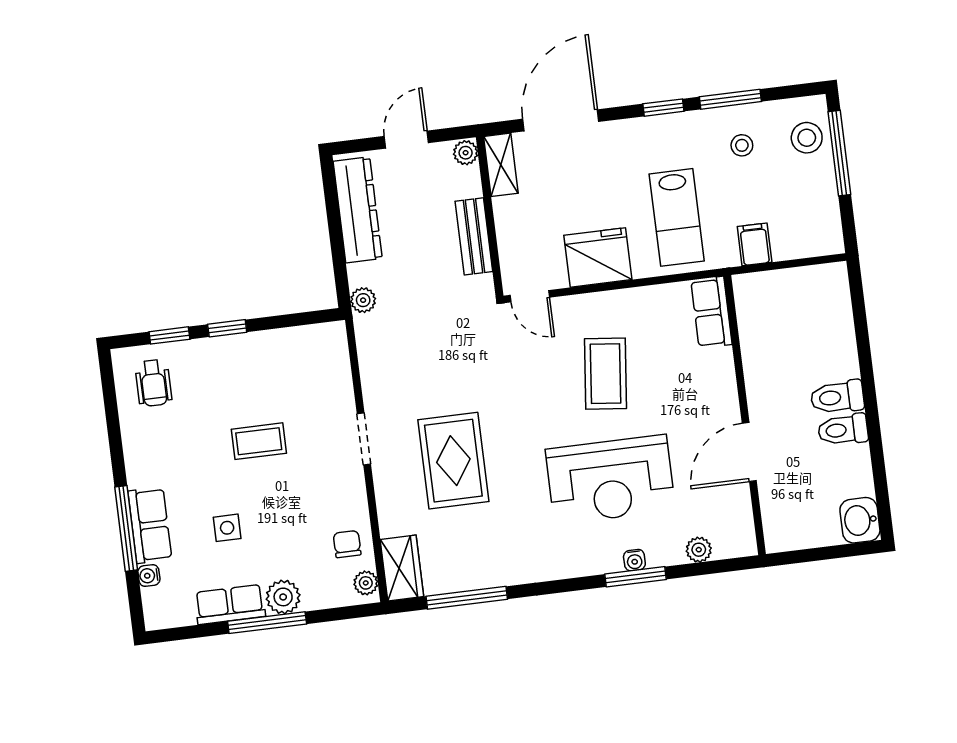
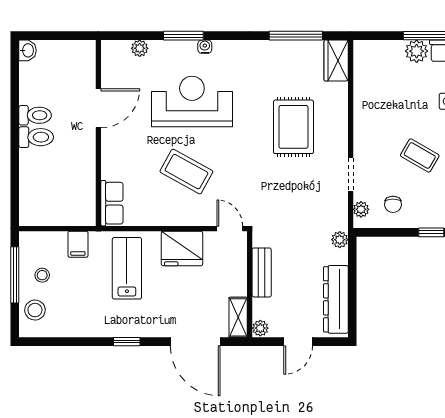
window: (730, 99) -> (82, 342), removed
door: (561, 120) -> (195, 342), hinge flipped
stool: (742, 145) -> (42, 275), moved
window: (839, 153) -> (15, 275), moved
coffee table: (605, 374) -> (186, 172), turned -67
doorway: (364, 439) -> (351, 175), moved
coffee table: (259, 441) -> (420, 155), turned 30
washbasin: (860, 520) -> (28, 50), width x0.72, depth x0.69
chair: (347, 544) -> (393, 204), moved
water cooler: (634, 560) -> (205, 47), moved
plant: (366, 583) -> (361, 209), moved

